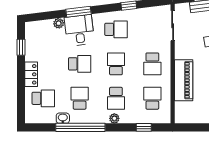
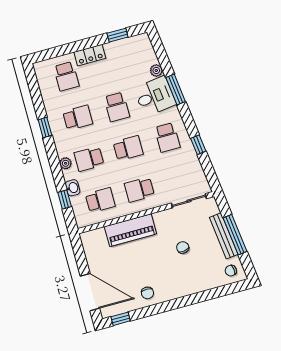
washbasin: (63, 118) -> (73, 188), moved
window: (80, 127) -> (45, 128), width x0.32

